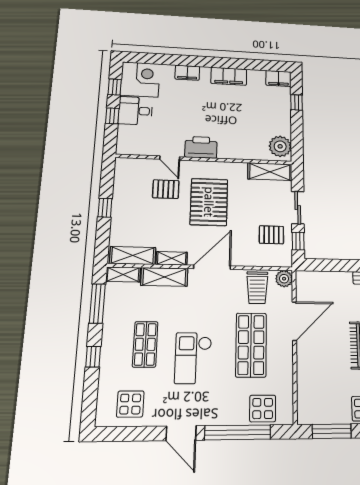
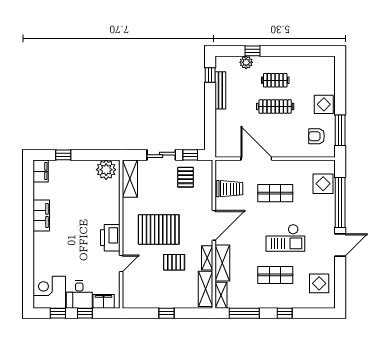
filing cabinet: (187, 73) -> (104, 301), moved, turned -90
pallet: (166, 189) -> (174, 262), moved, turned 90
door: (212, 267) -> (214, 225), swing flipped
plant: (284, 279) -> (222, 167), removed
shop shelf: (251, 345) -> (275, 193), width x0.70, depth x0.74
armchair: (323, 399) -> (317, 136), added

